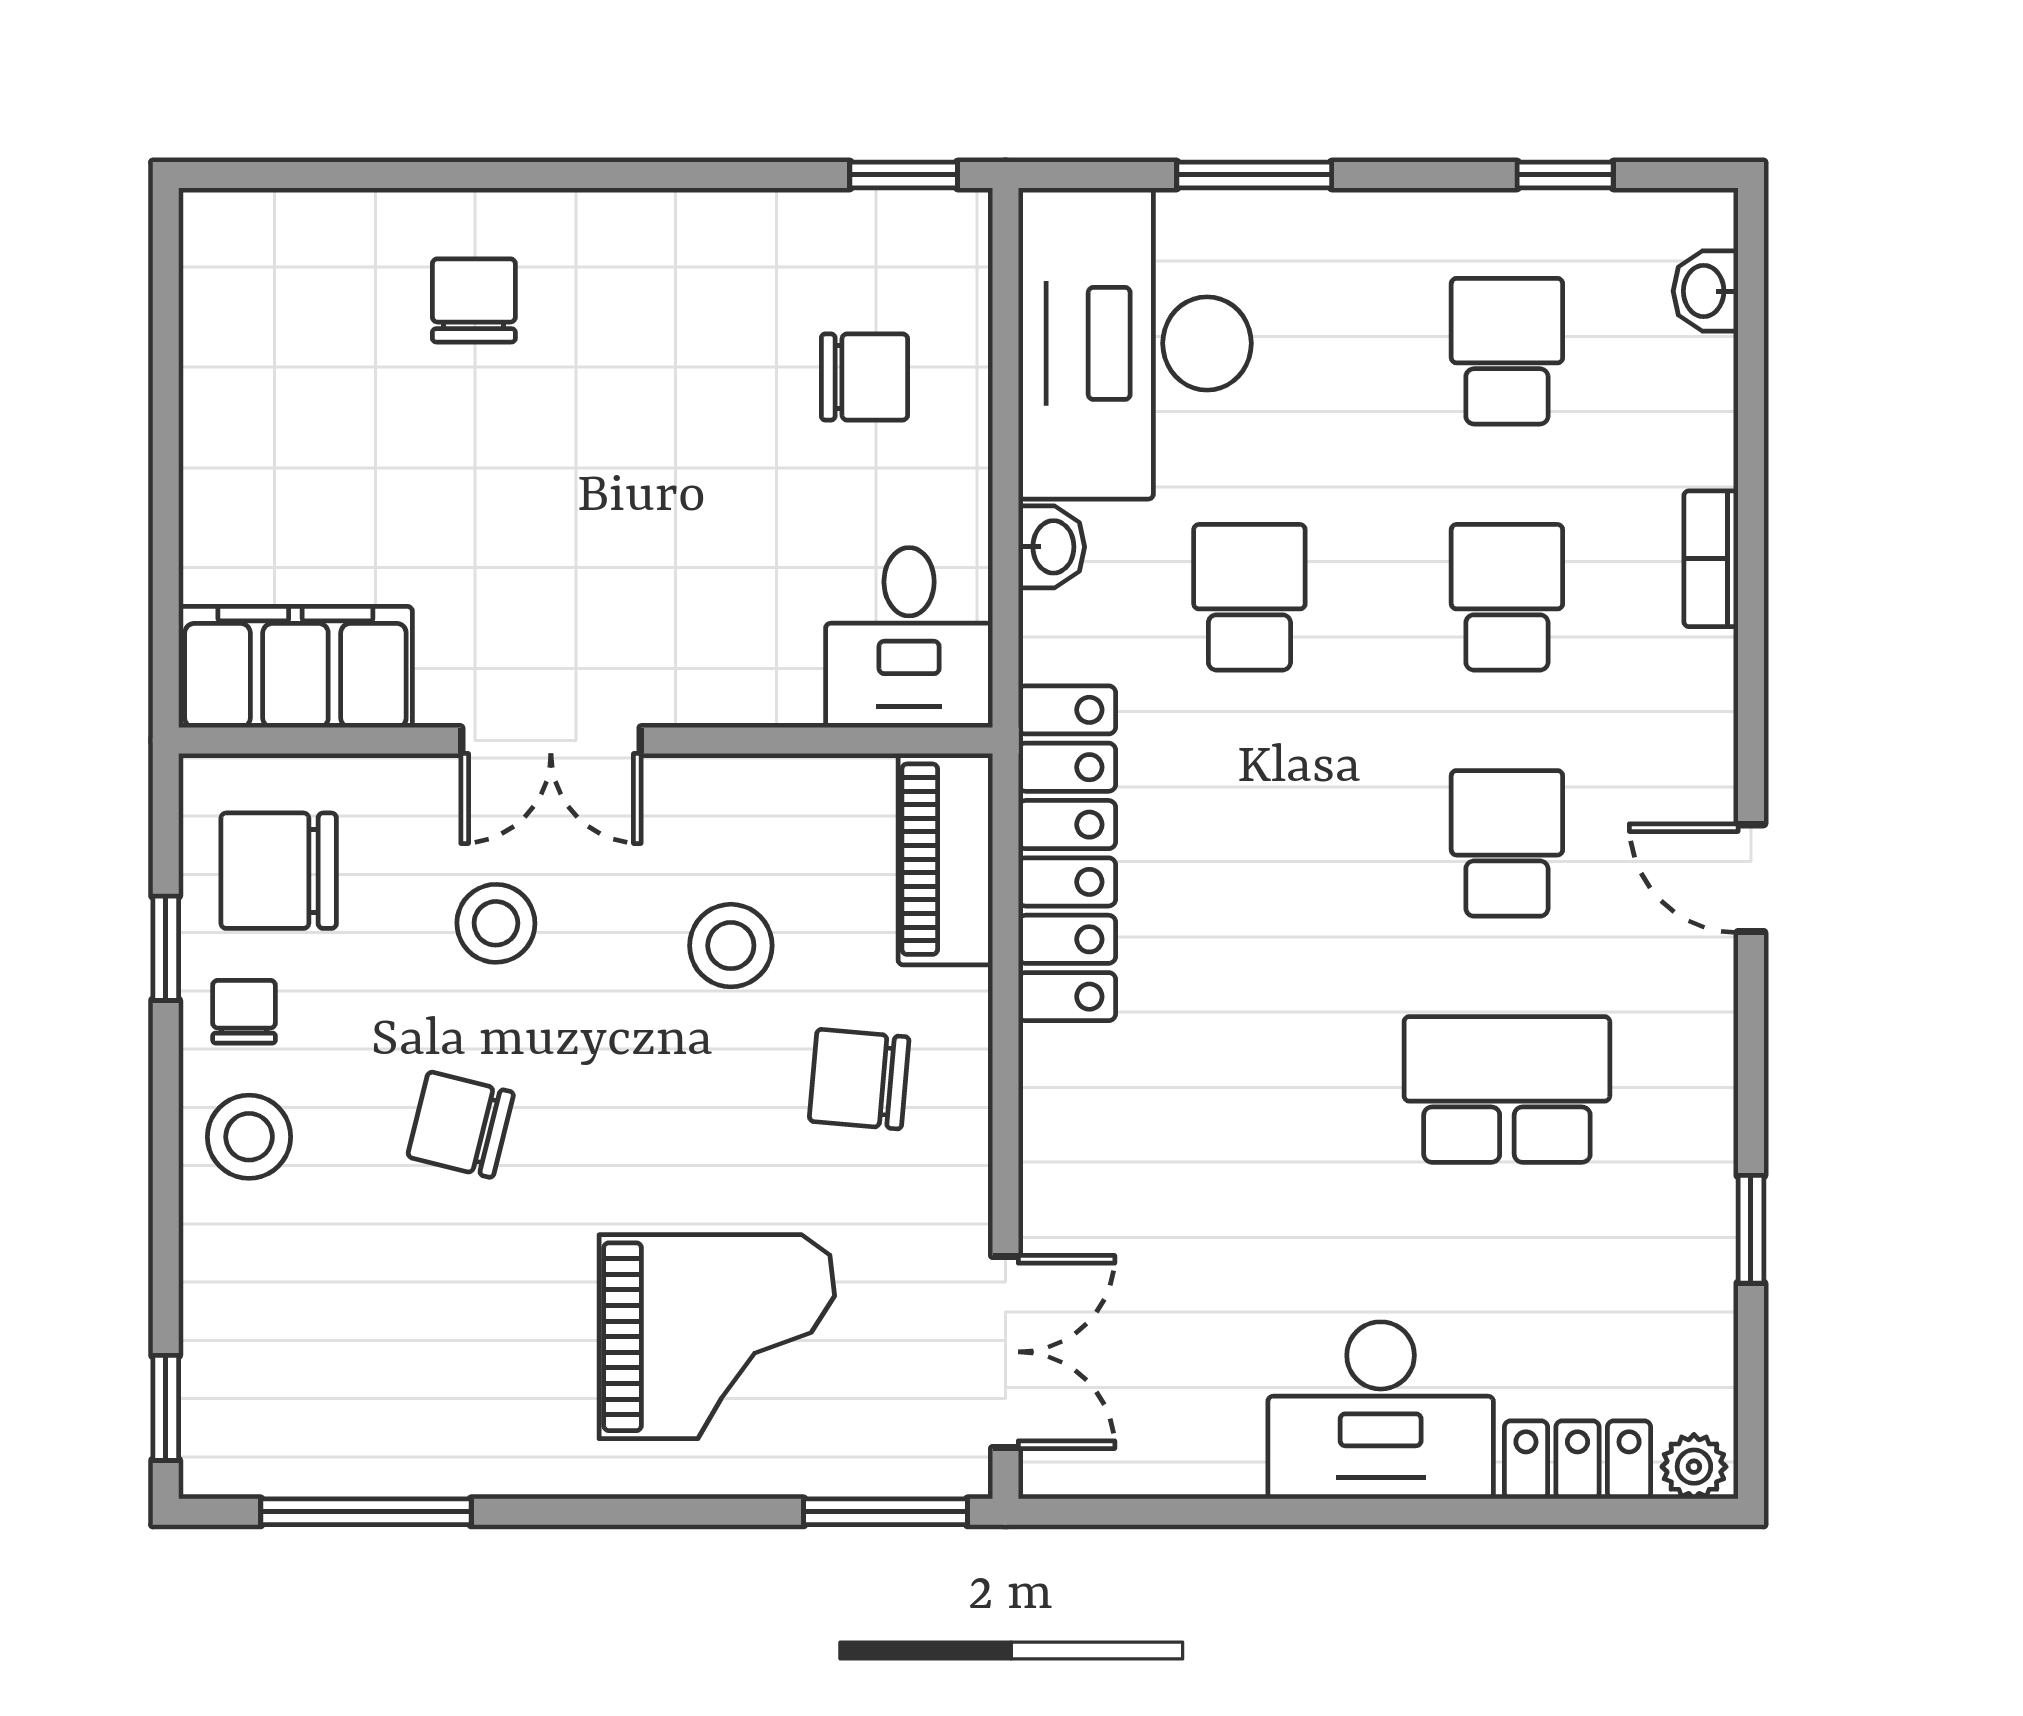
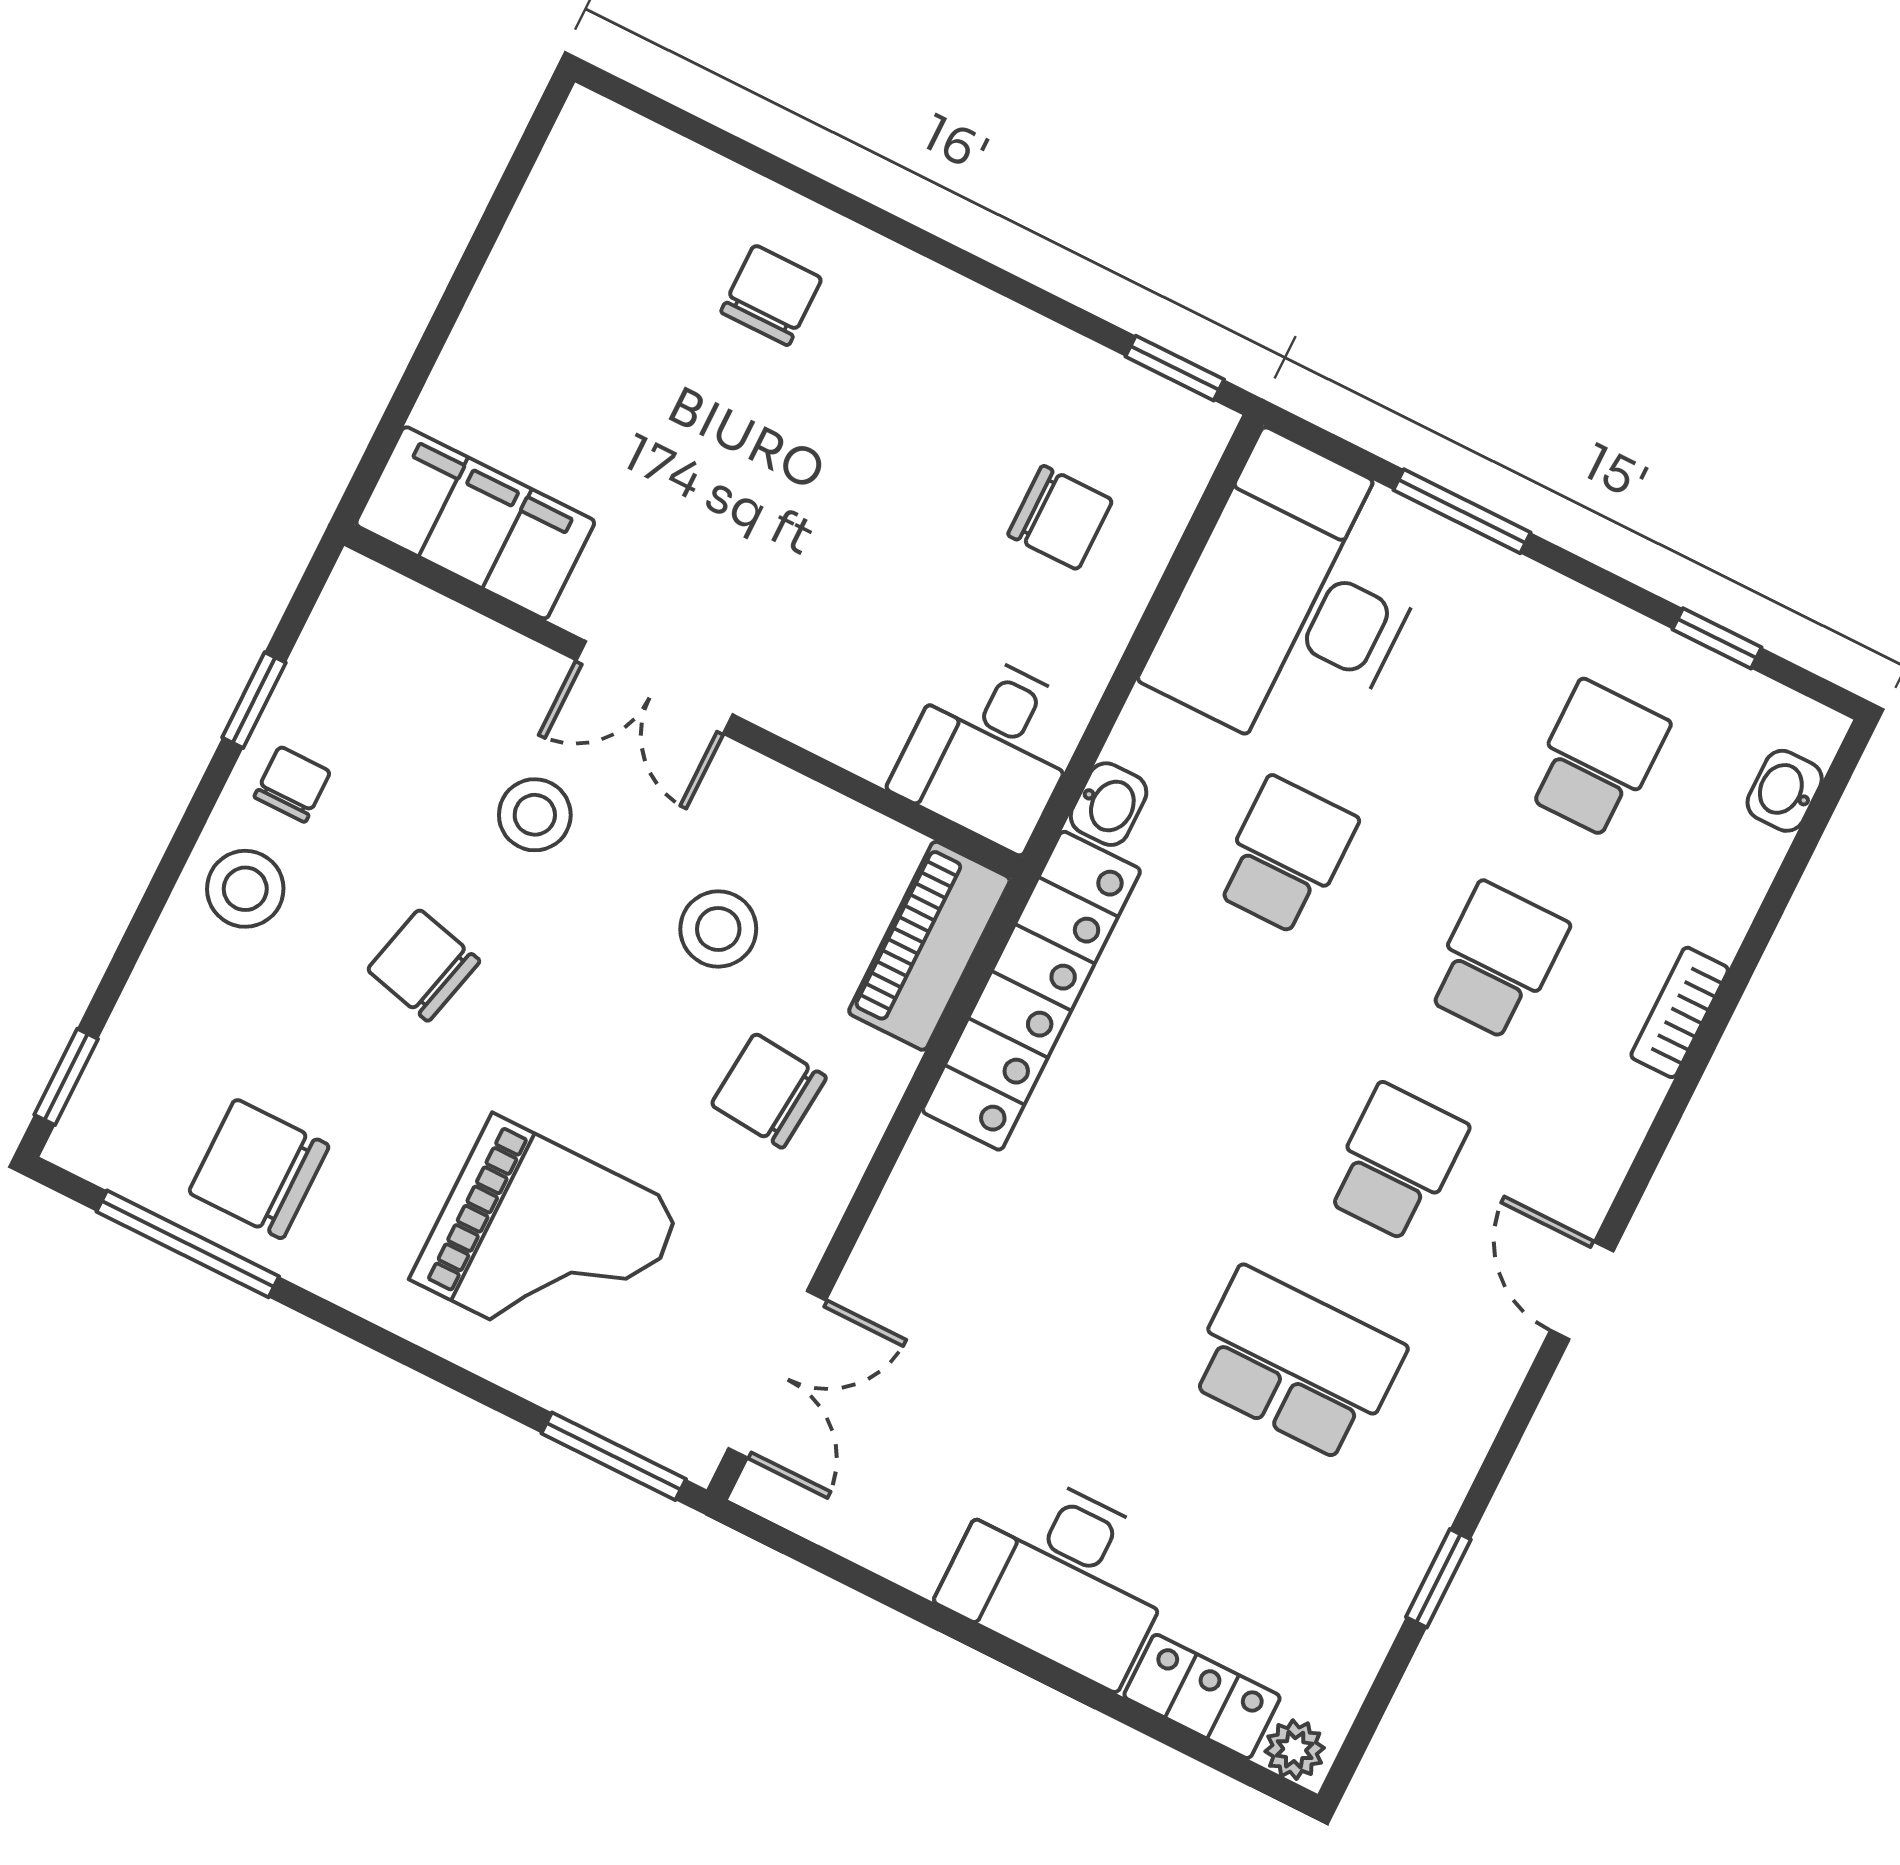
washbasin: (1051, 547) -> (1109, 804), moved
chair: (279, 871) -> (259, 1169), moved

